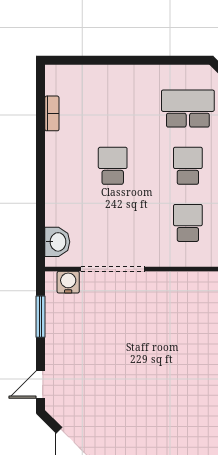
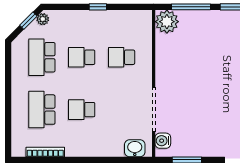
school desk: (113, 109) -> (42, 110), added
bookcase: (52, 113) -> (45, 152), width x1.56

